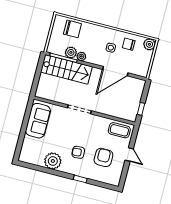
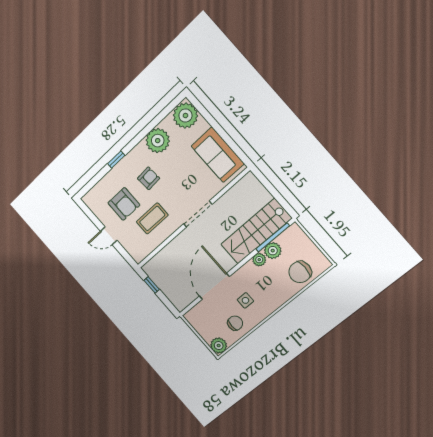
coffee table: (119, 130) -> (152, 218), moved
plant: (28, 154) -> (185, 116), added

